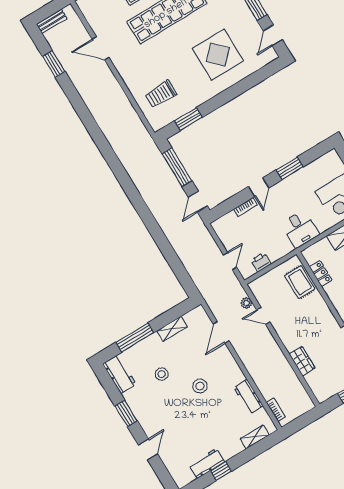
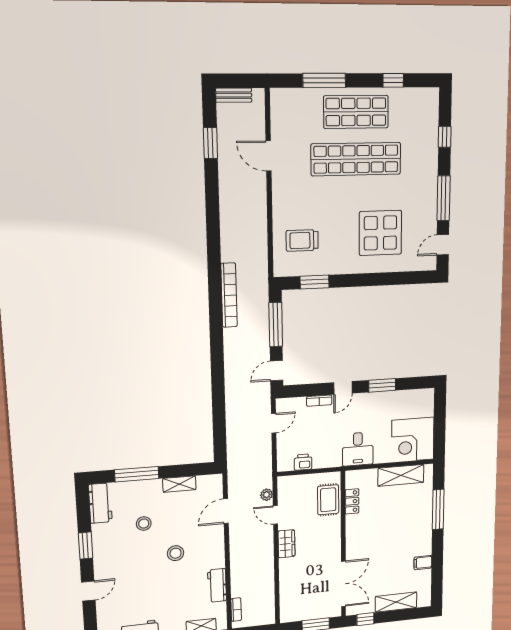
bookcase: (129, 165) -> (229, 295), added
door: (230, 261) -> (274, 423), moved
wardrobe: (302, 361) -> (286, 544), moved

